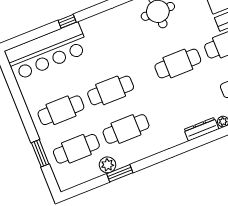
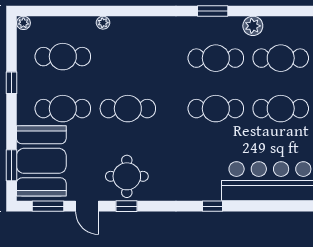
window: (67, 21) -> (212, 206), moved
dresser: (201, 129) -> (131, 24), removed
window: (120, 173) -> (213, 11), moved

